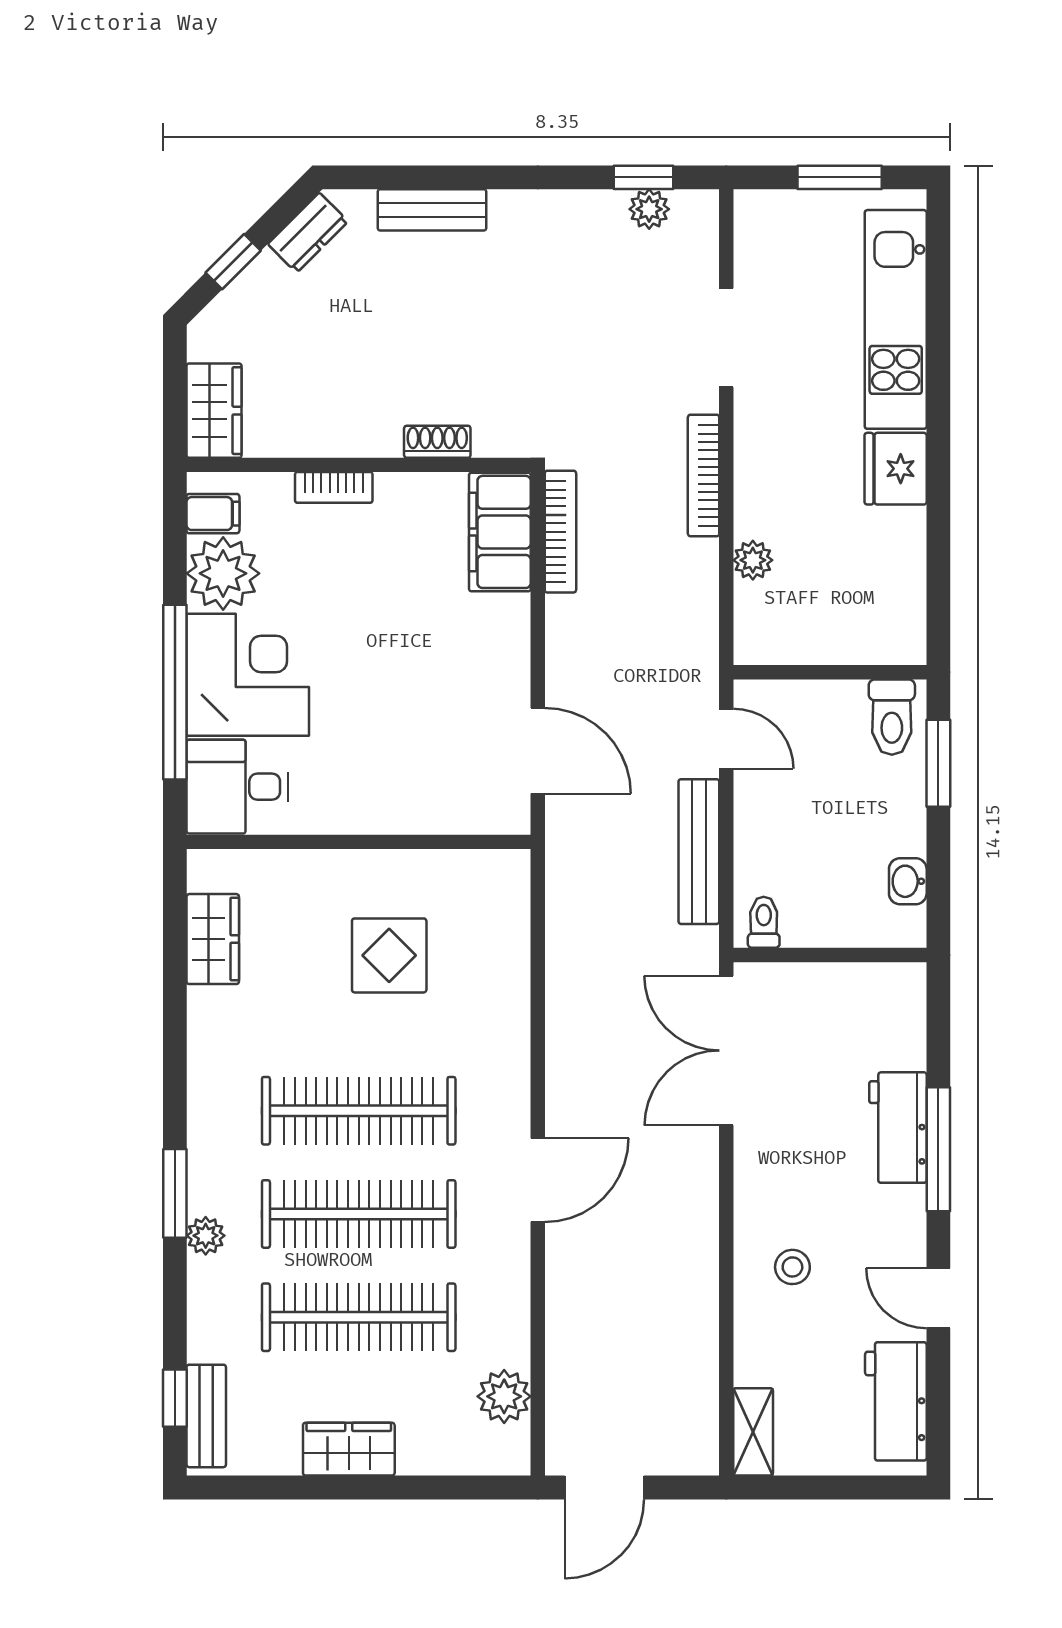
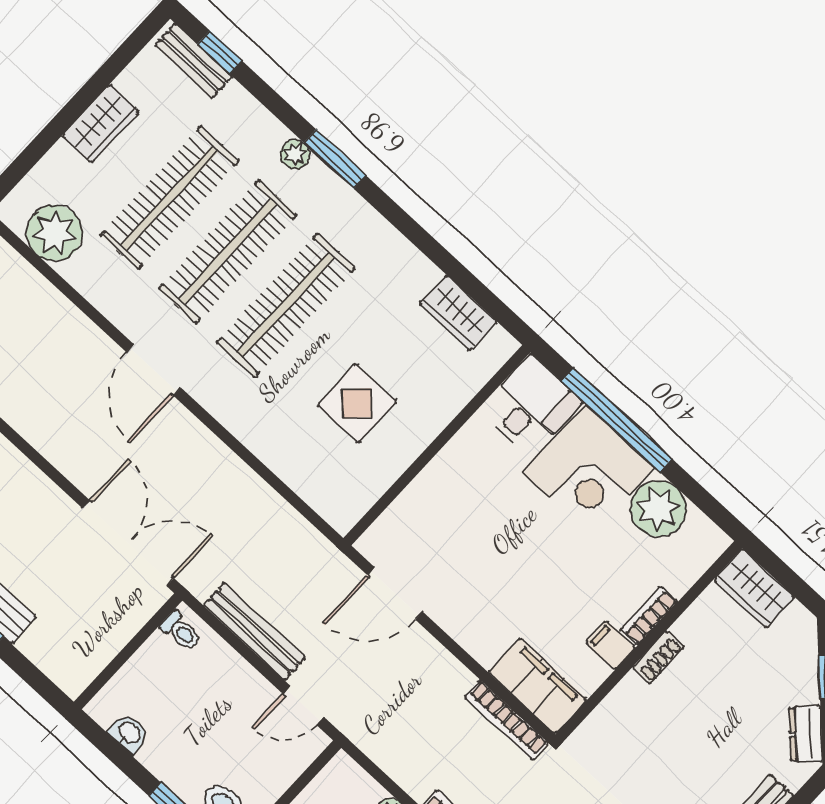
shoe rack: (437, 442) -> (658, 657), moved
filing cabinet: (213, 514) -> (611, 645), moved, turned 90
plant: (504, 1396) -> (54, 233), width x1.36, depth x1.36

